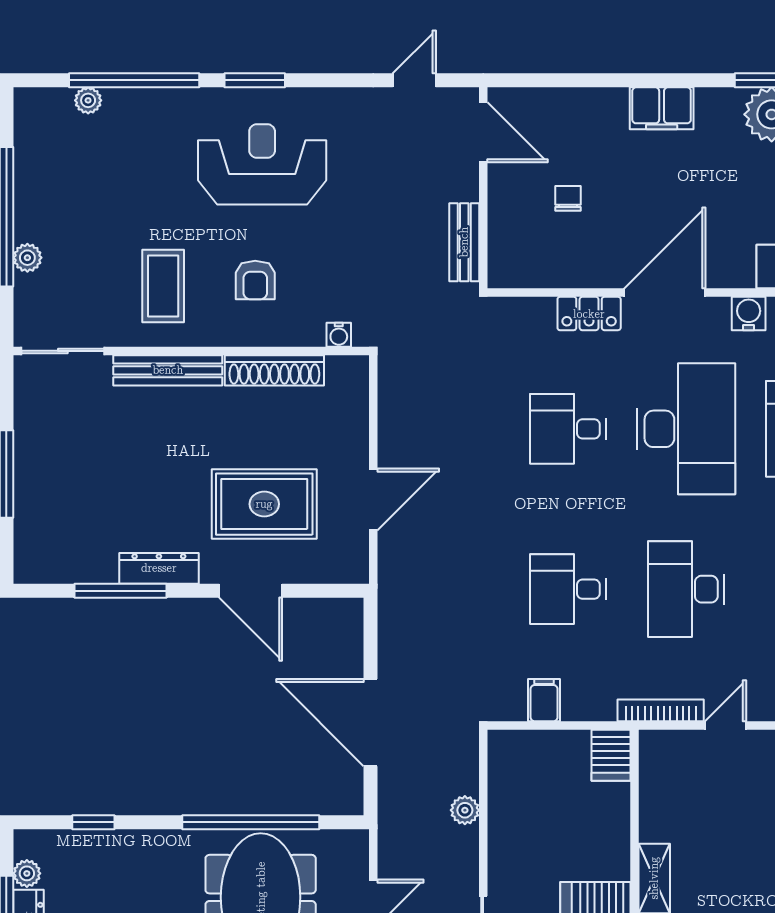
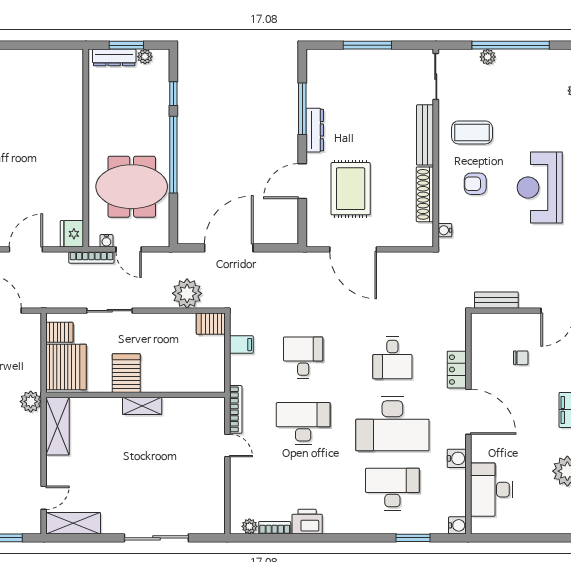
reception desk: (262, 164) -> (540, 188), turned 180
desk: (568, 429) -> (392, 358), turned 180
door: (373, 499) -> (353, 249), width x1.36
server rack: (611, 755) -> (211, 324), moved
plant: (465, 810) -> (187, 293), width x1.87, depth x1.87
window: (251, 822) -> (173, 155), moved

